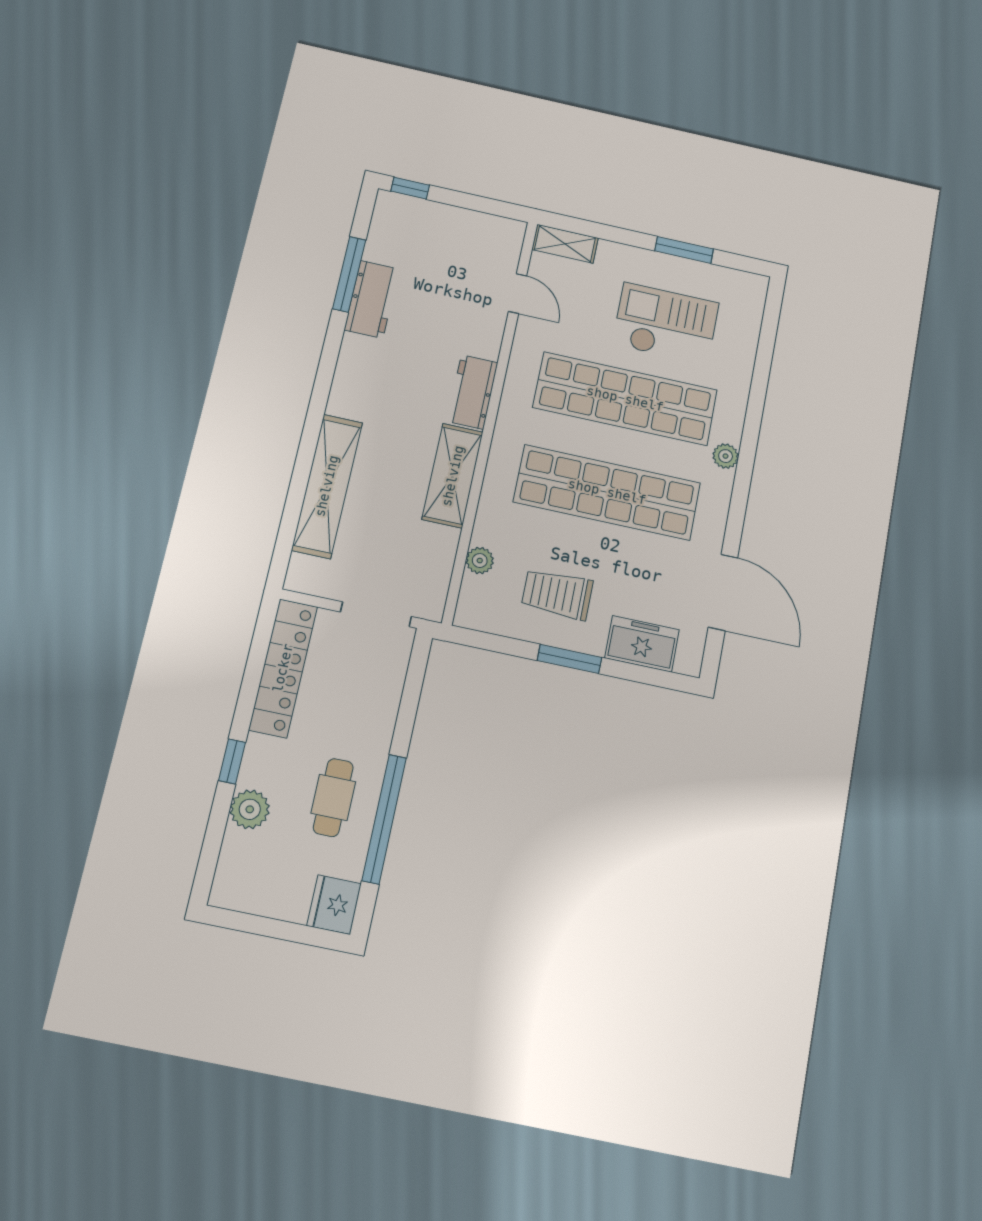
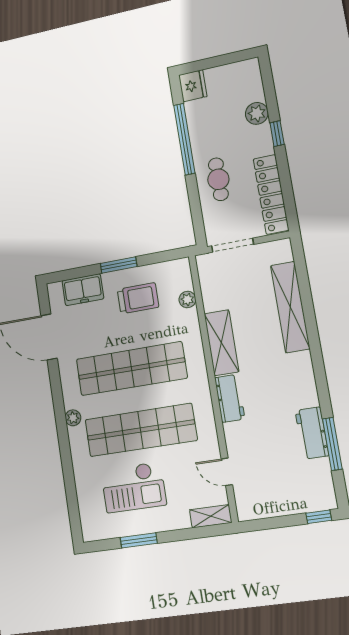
cafe table: (333, 798) -> (218, 179), moved

